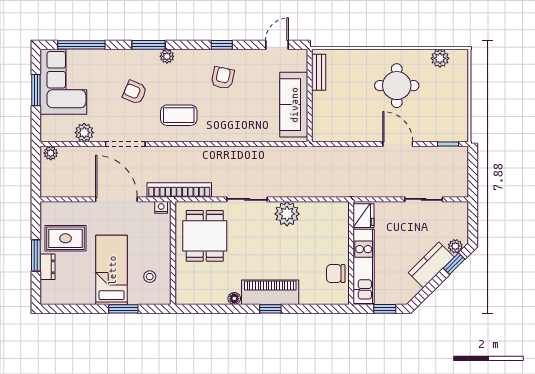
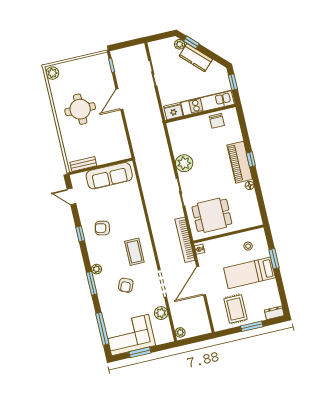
plant: (440, 58) -> (52, 73), moved
dresser: (47, 267) -> (274, 313), moved

